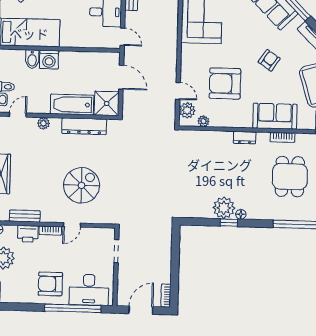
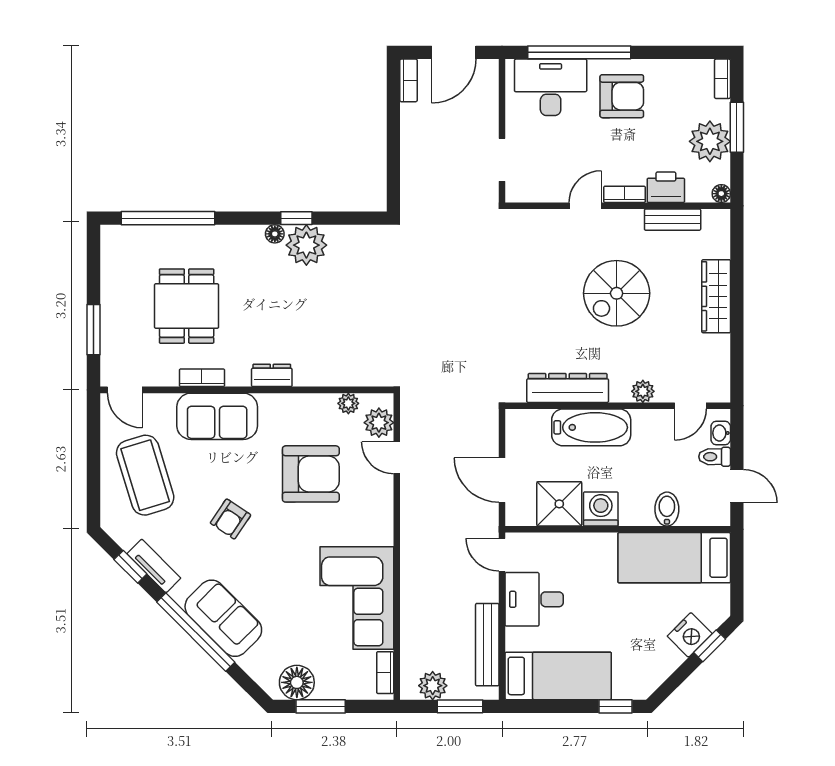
washing machine: (49, 60) -> (601, 509), moved
shower: (107, 103) -> (559, 504), moved
spiral stairs: (82, 185) -> (617, 293), moved

